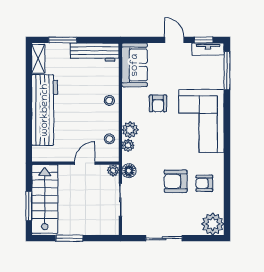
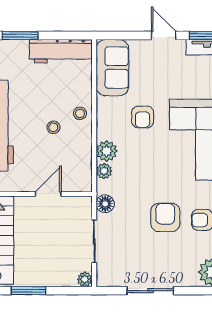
stool: (109, 139) -> (53, 127), moved
plant: (113, 170) -> (85, 279), moved
armchair: (176, 181) -> (165, 217), turned 90

